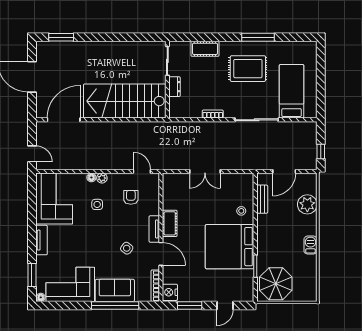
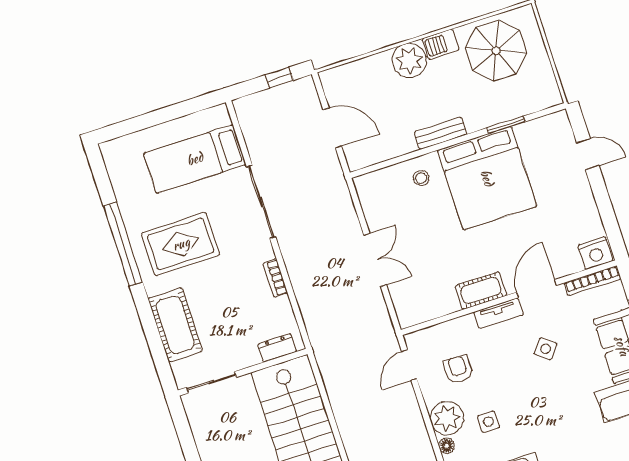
window: (258, 37) -> (123, 244), width x1.46
cot: (205, 49) -> (175, 325), width x1.37, depth x1.34
rug: (248, 69) -> (181, 244), turned 90
dresser: (175, 87) -> (277, 348), moved
plant: (102, 178) -> (447, 418), width x1.88, depth x1.88
armchair: (131, 197) -> (458, 369), turned 90
bench: (262, 199) -> (441, 133), moved
plant: (307, 204) -> (409, 60), moved
parasol: (276, 284) -> (496, 51), moved
window: (190, 306) -> (607, 213), removed

